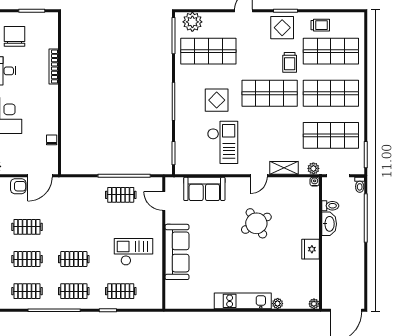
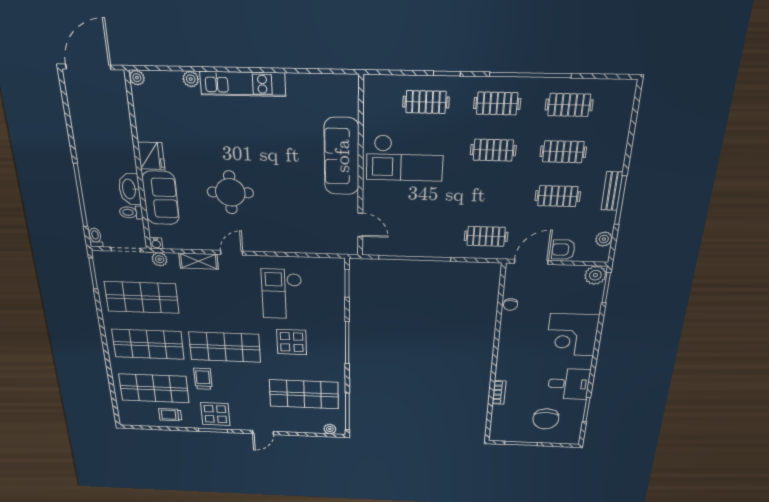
plant: (192, 22) -> (330, 429), width x0.53, depth x0.53
bookcase: (54, 67) -> (499, 393), width x0.64
sofa: (204, 189) -> (161, 198), moved, turned 90
clothes rail: (121, 195) -> (486, 236), moved
round table: (256, 223) -> (230, 192), turned 30
checkout: (133, 252) -> (405, 158), width x1.36, depth x1.21

